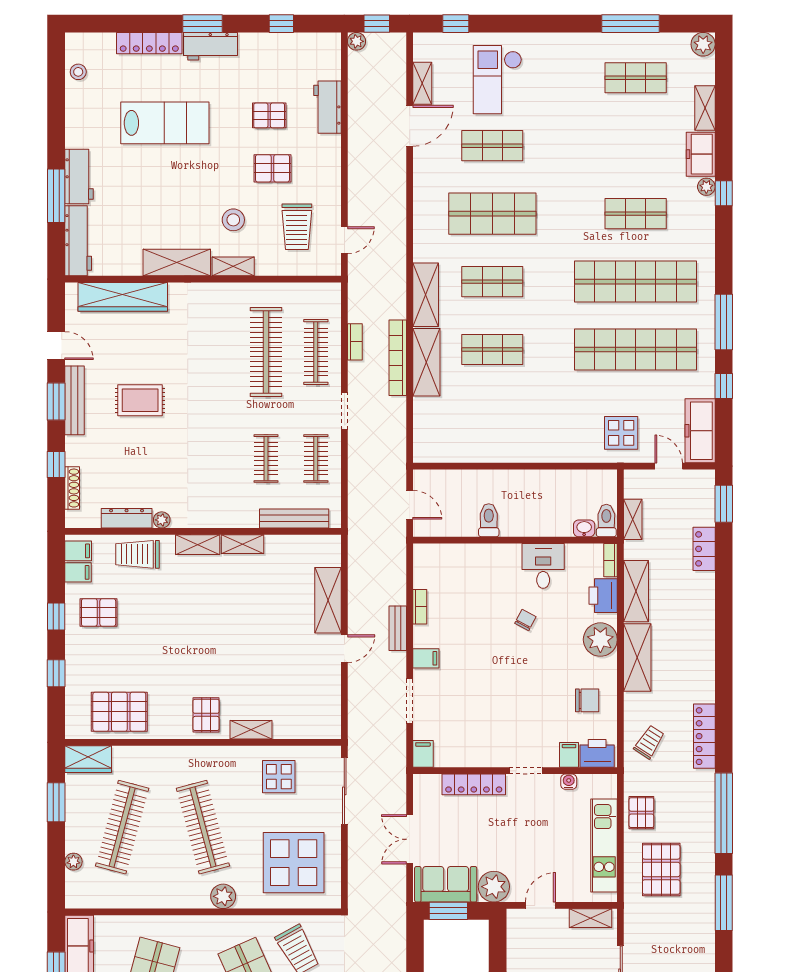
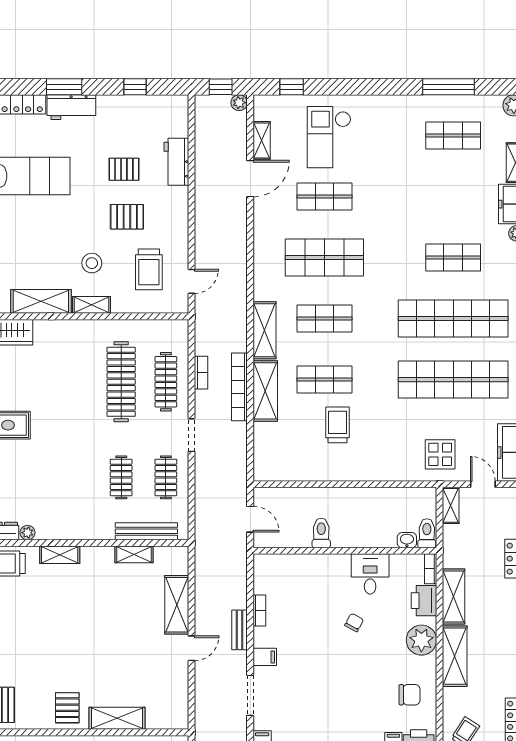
plant: (357, 41) -> (239, 103), moved
trolley: (507, 400) -> (337, 425), added
shelving: (633, 519) -> (451, 505), moved
shelving: (243, 544) -> (134, 554), moved
shelving: (251, 730) -> (117, 718), width x1.50, depth x1.33

